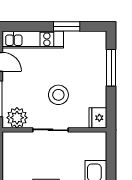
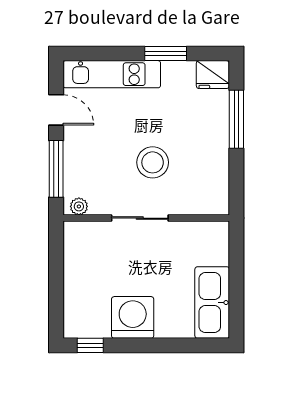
plant: (17, 118) -> (79, 206), width x0.53, depth x0.53
fridge: (98, 118) -> (213, 75), moved, turned -90

